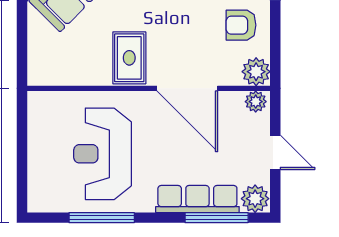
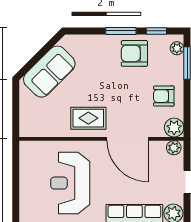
rug: (129, 58) -> (88, 118), turned 90

